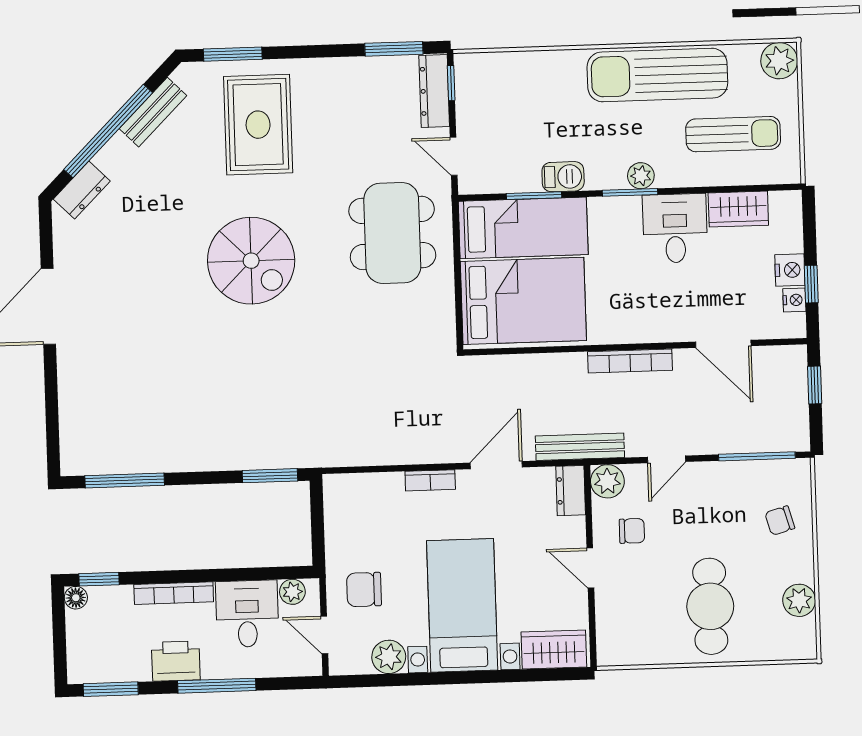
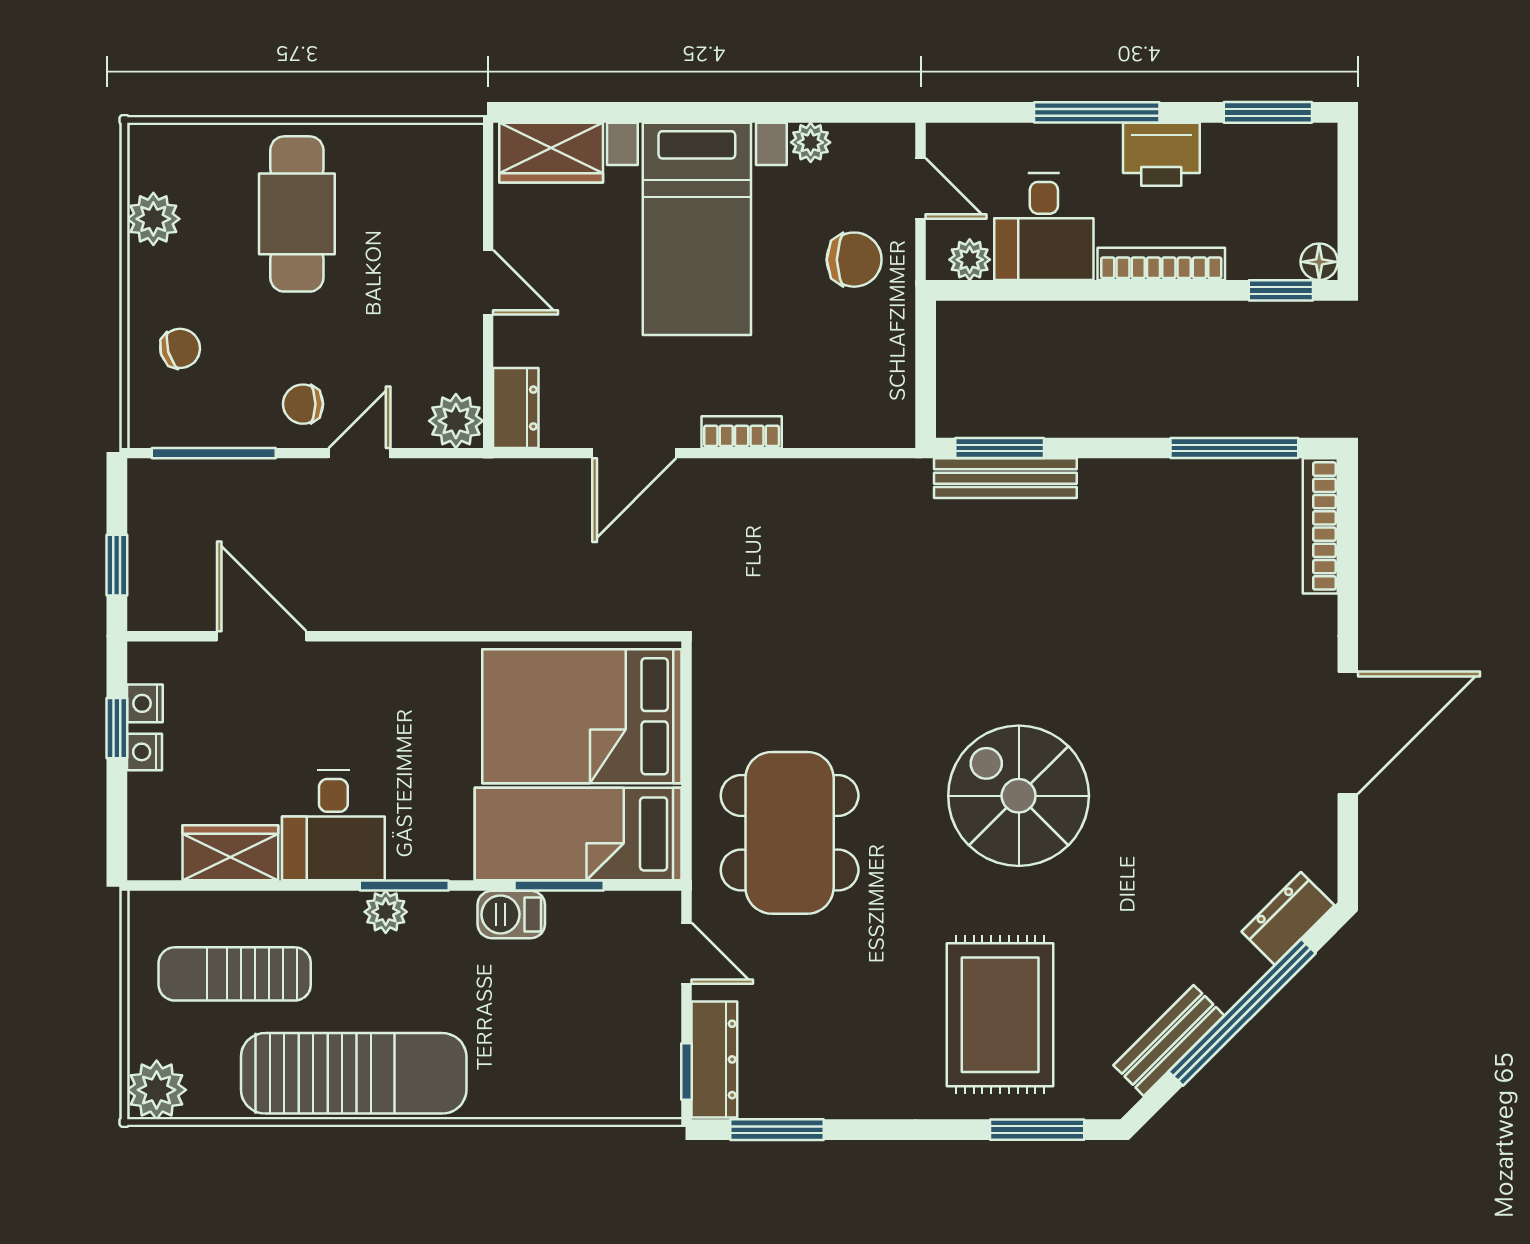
nightstand: (790, 270) -> (144, 752), width x0.72, depth x0.74
bookcase: (630, 361) -> (1320, 526), moved, turned -90
bench: (580, 447) -> (1005, 478), moved
chair: (632, 531) -> (303, 404), moved
plant: (389, 657) -> (811, 142), width x0.73, depth x0.73

